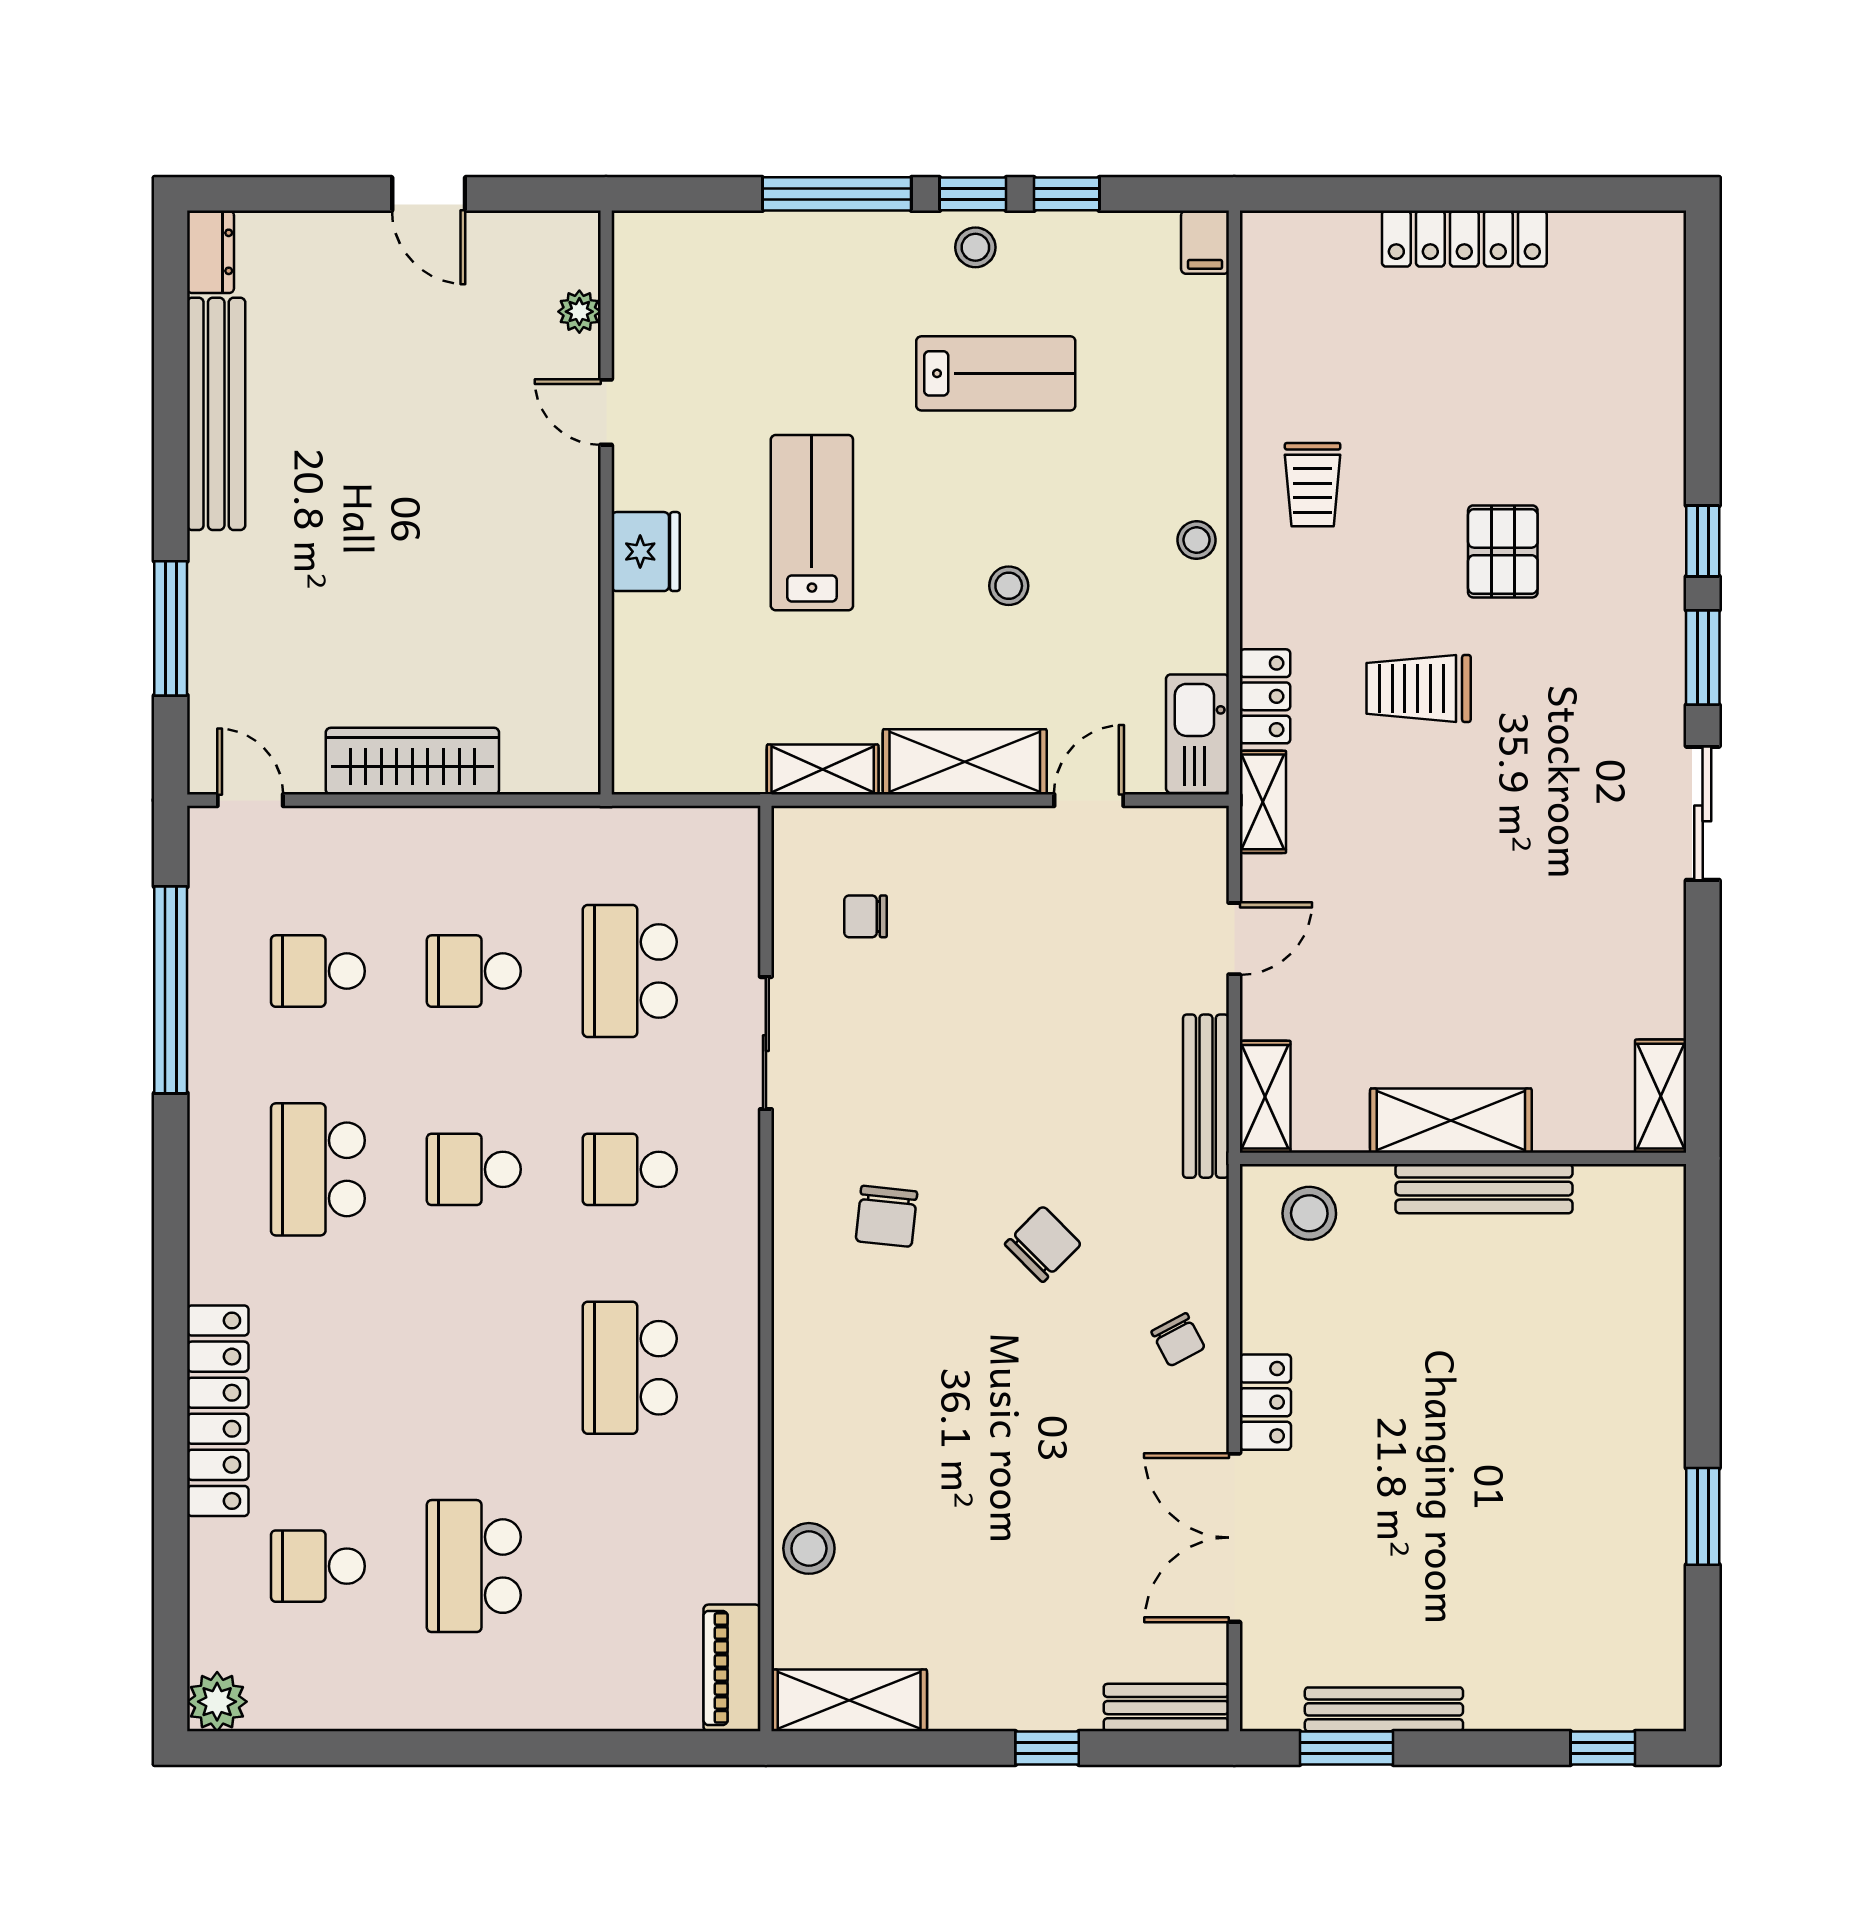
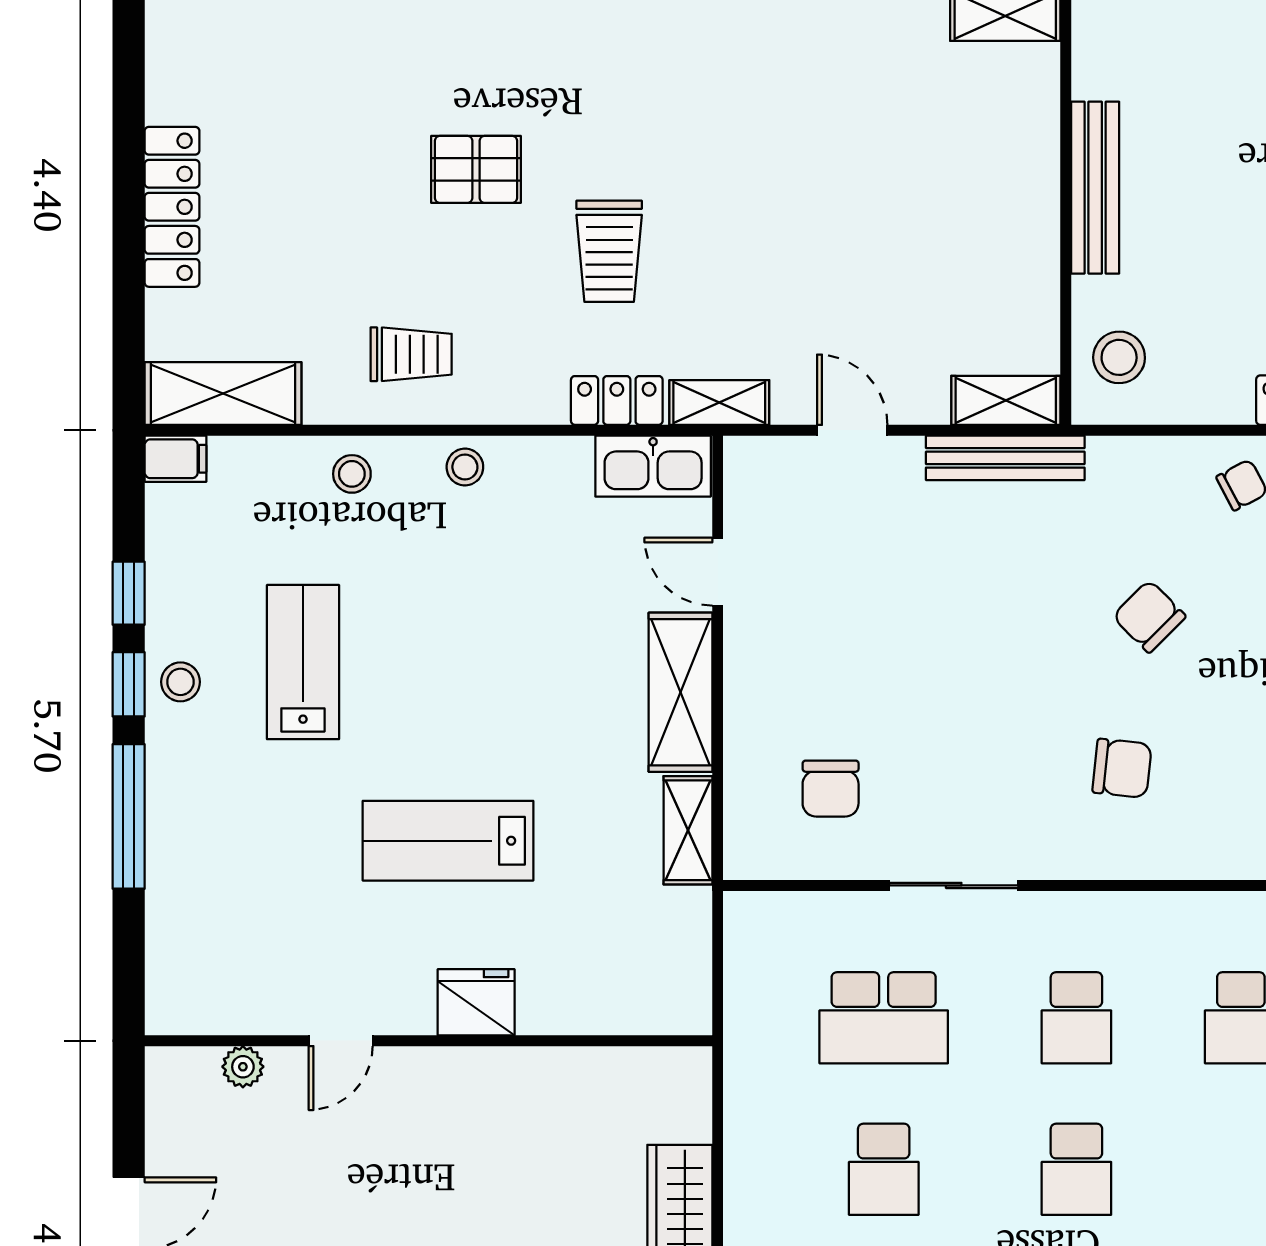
stool: (1009, 586) -> (352, 474), moved
chair: (866, 916) -> (831, 789), width x1.37, depth x1.37
shelving: (1451, 1121) -> (223, 394), moved, turned 90

